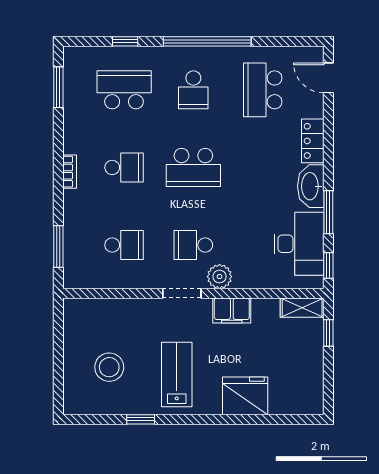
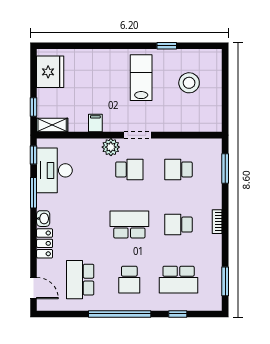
school desk: (193, 90) -> (129, 280), turned 180
school desk: (263, 90) -> (80, 280), turned 180
washbasin: (311, 186) -> (43, 219), width x0.52, depth x0.69
filing cabinet: (232, 310) -> (95, 123), width x0.50
lab bench: (177, 374) -> (141, 78), turned 180
fridge: (245, 396) -> (50, 72), moved, turned -90

